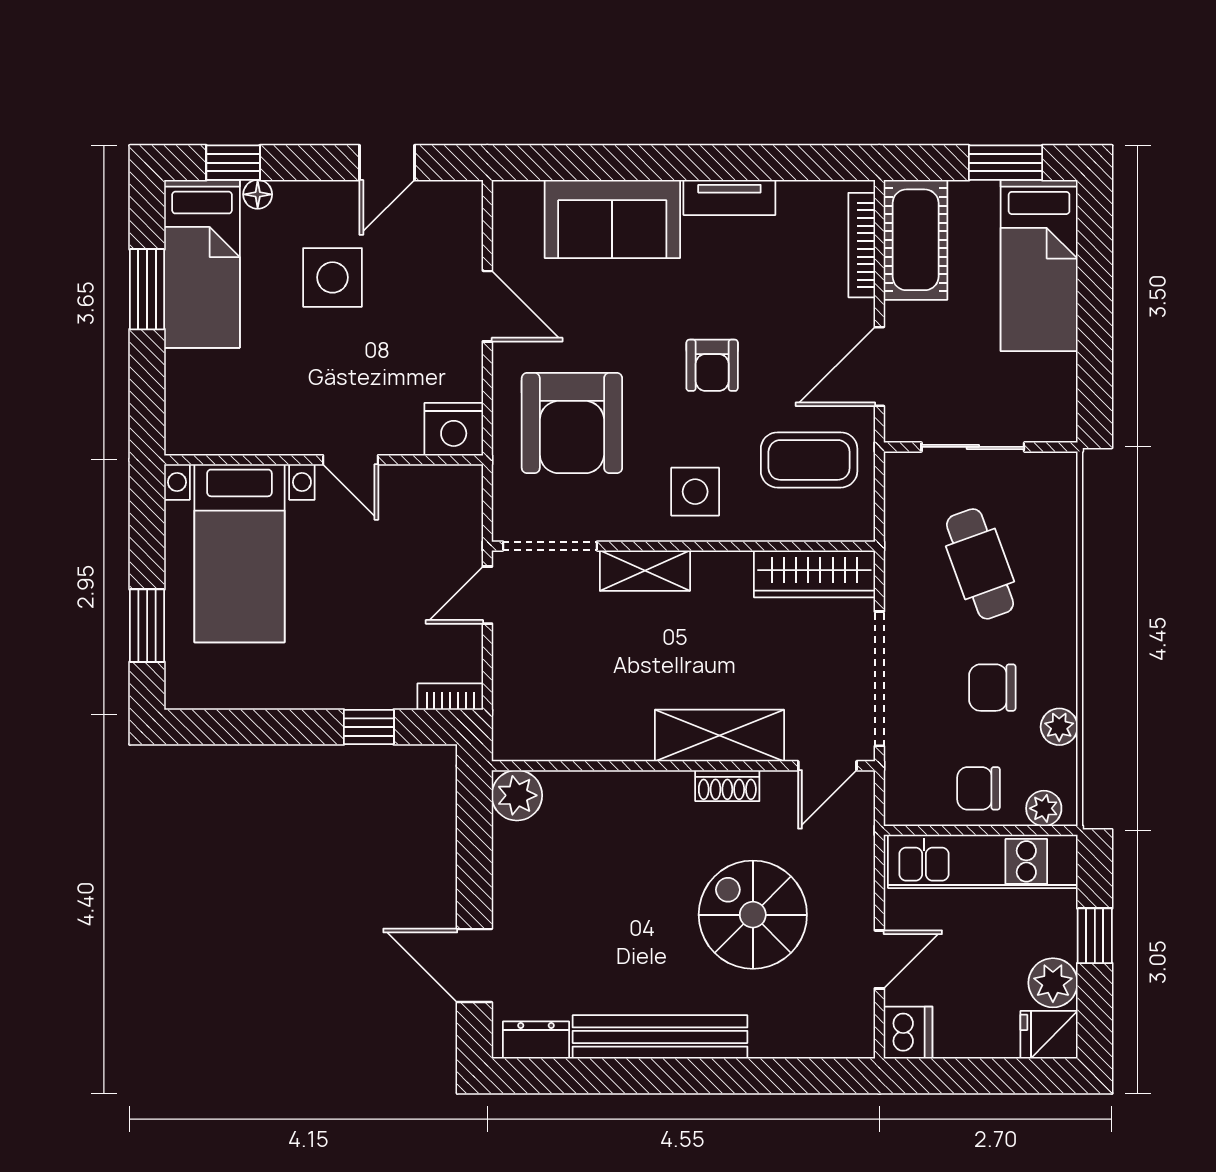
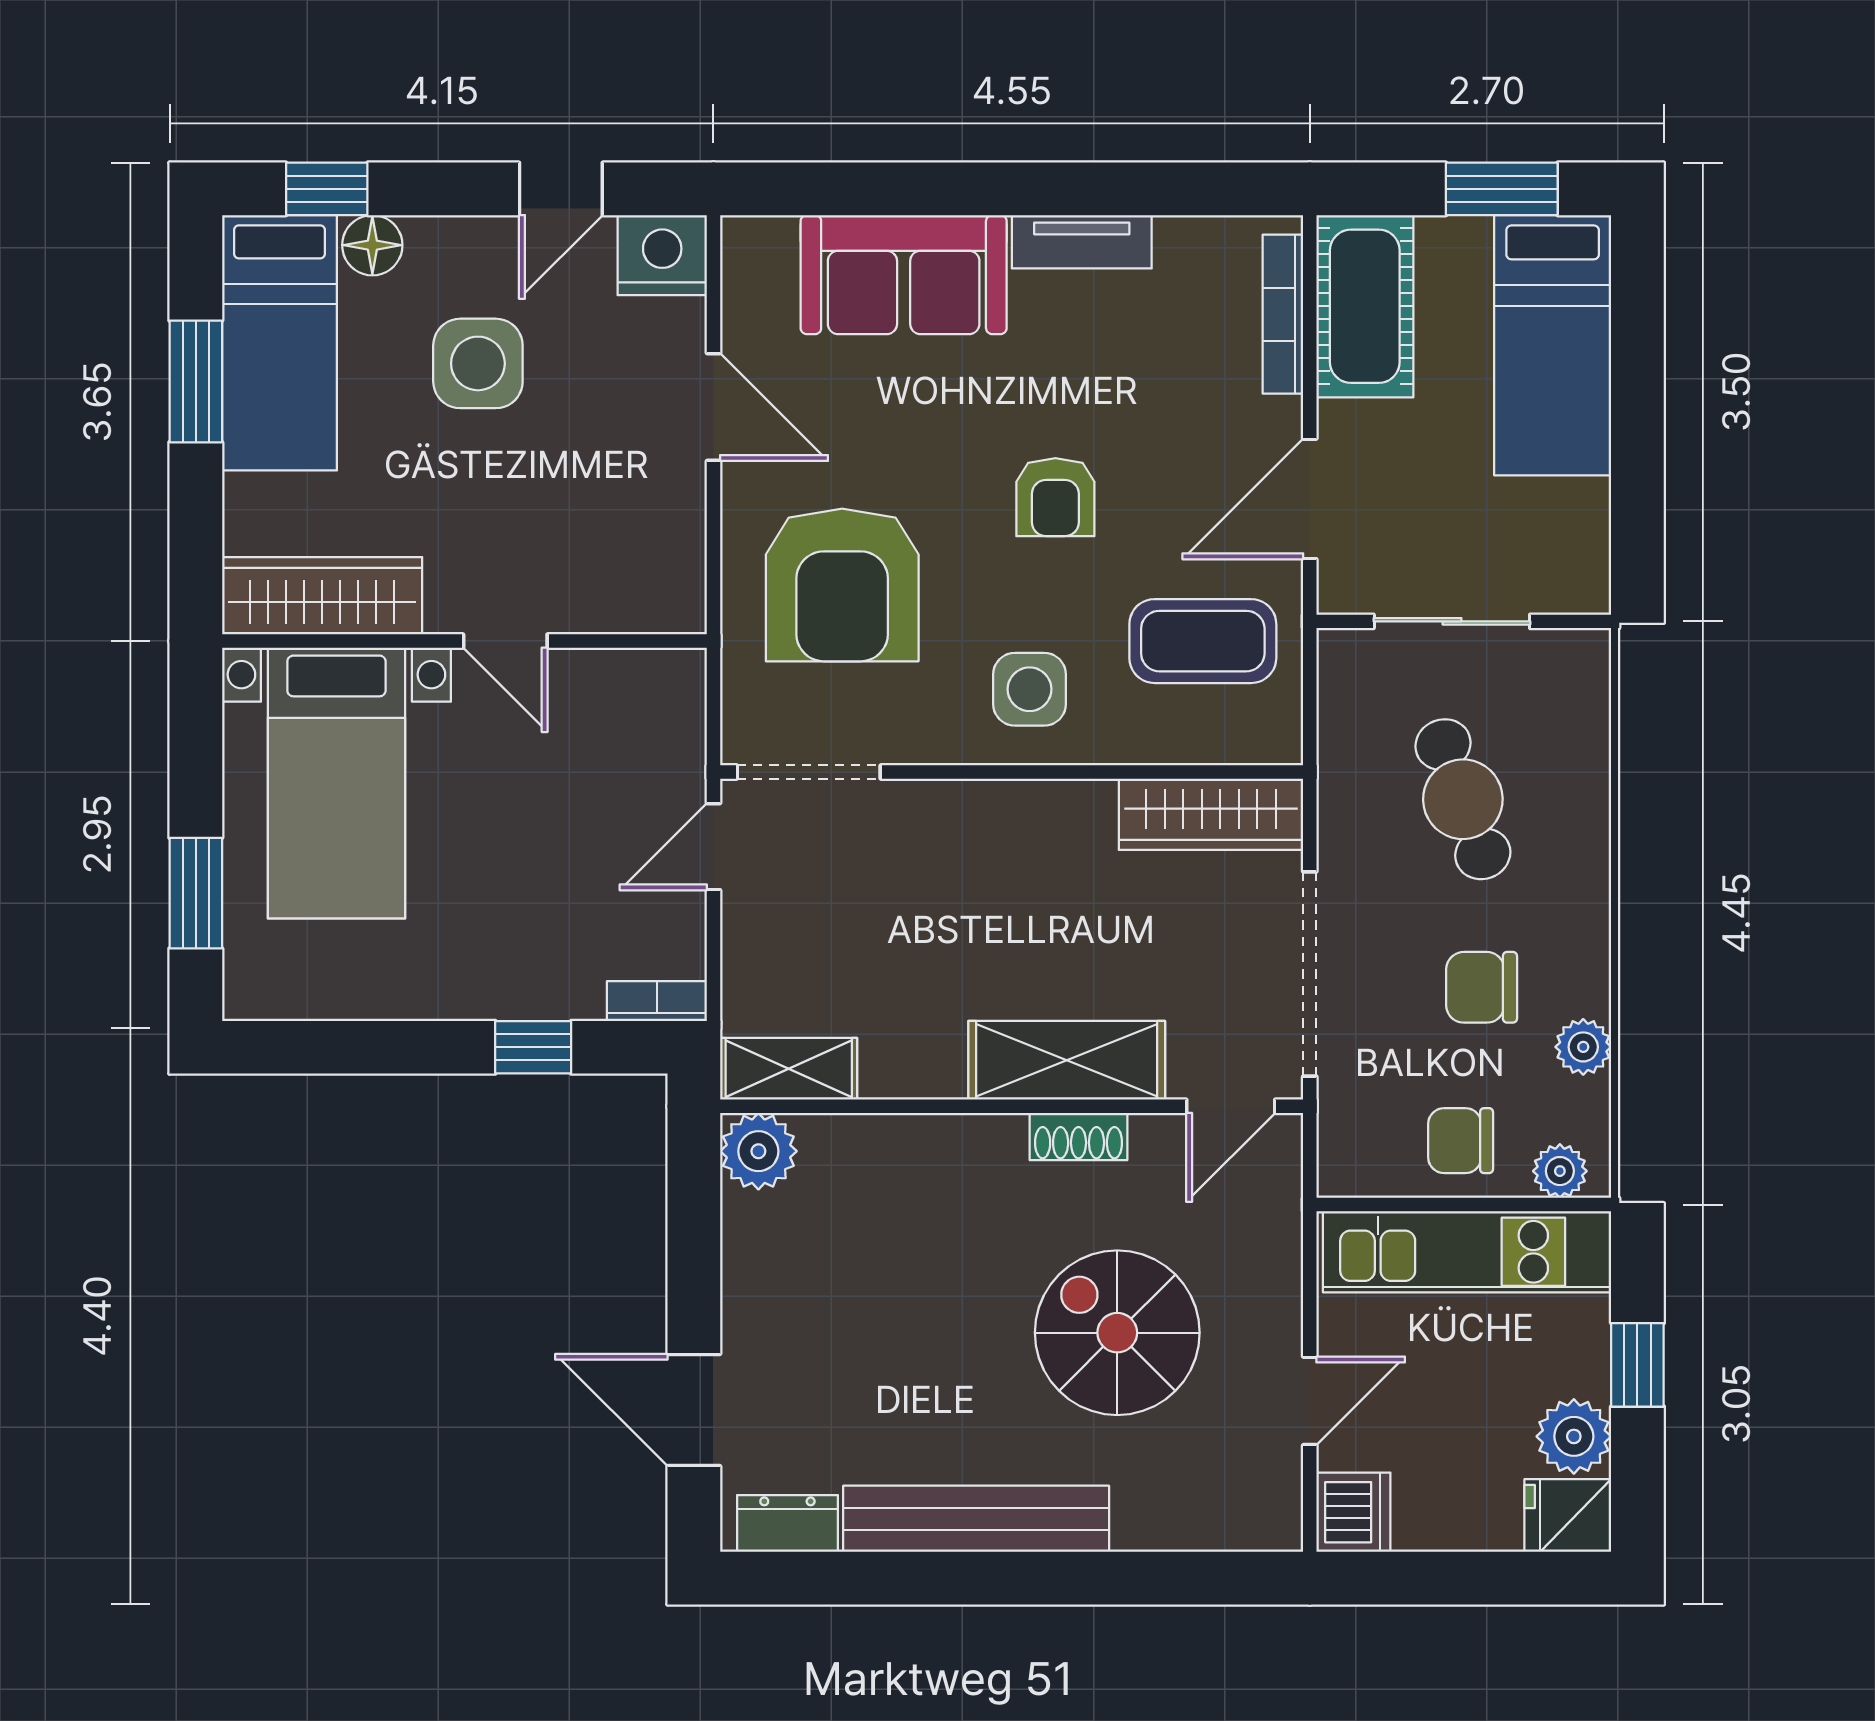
floor lamp: (258, 194) -> (372, 245), width x1.37, depth x1.37
nightstand: (454, 429) -> (662, 255), moved, turned 180
wardrobe: (230, 430) -> (322, 596), added
shelving: (645, 571) -> (789, 1069), moved

